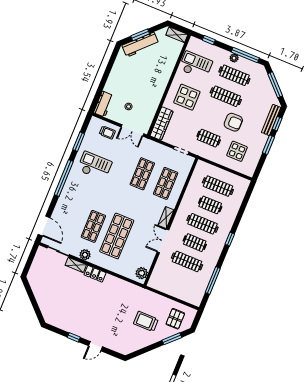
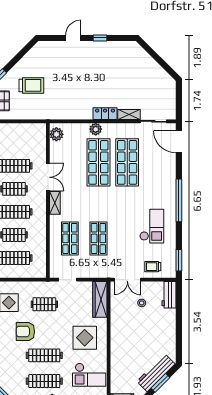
double door: (132, 130) -> (127, 280), swing flipped
window: (79, 142) -> (179, 260), moved
checkout: (95, 166) -> (152, 226), turned -90
shop shelf: (93, 226) -> (127, 162), width x1.43, depth x1.36
plant: (85, 255) -> (96, 129), moved

